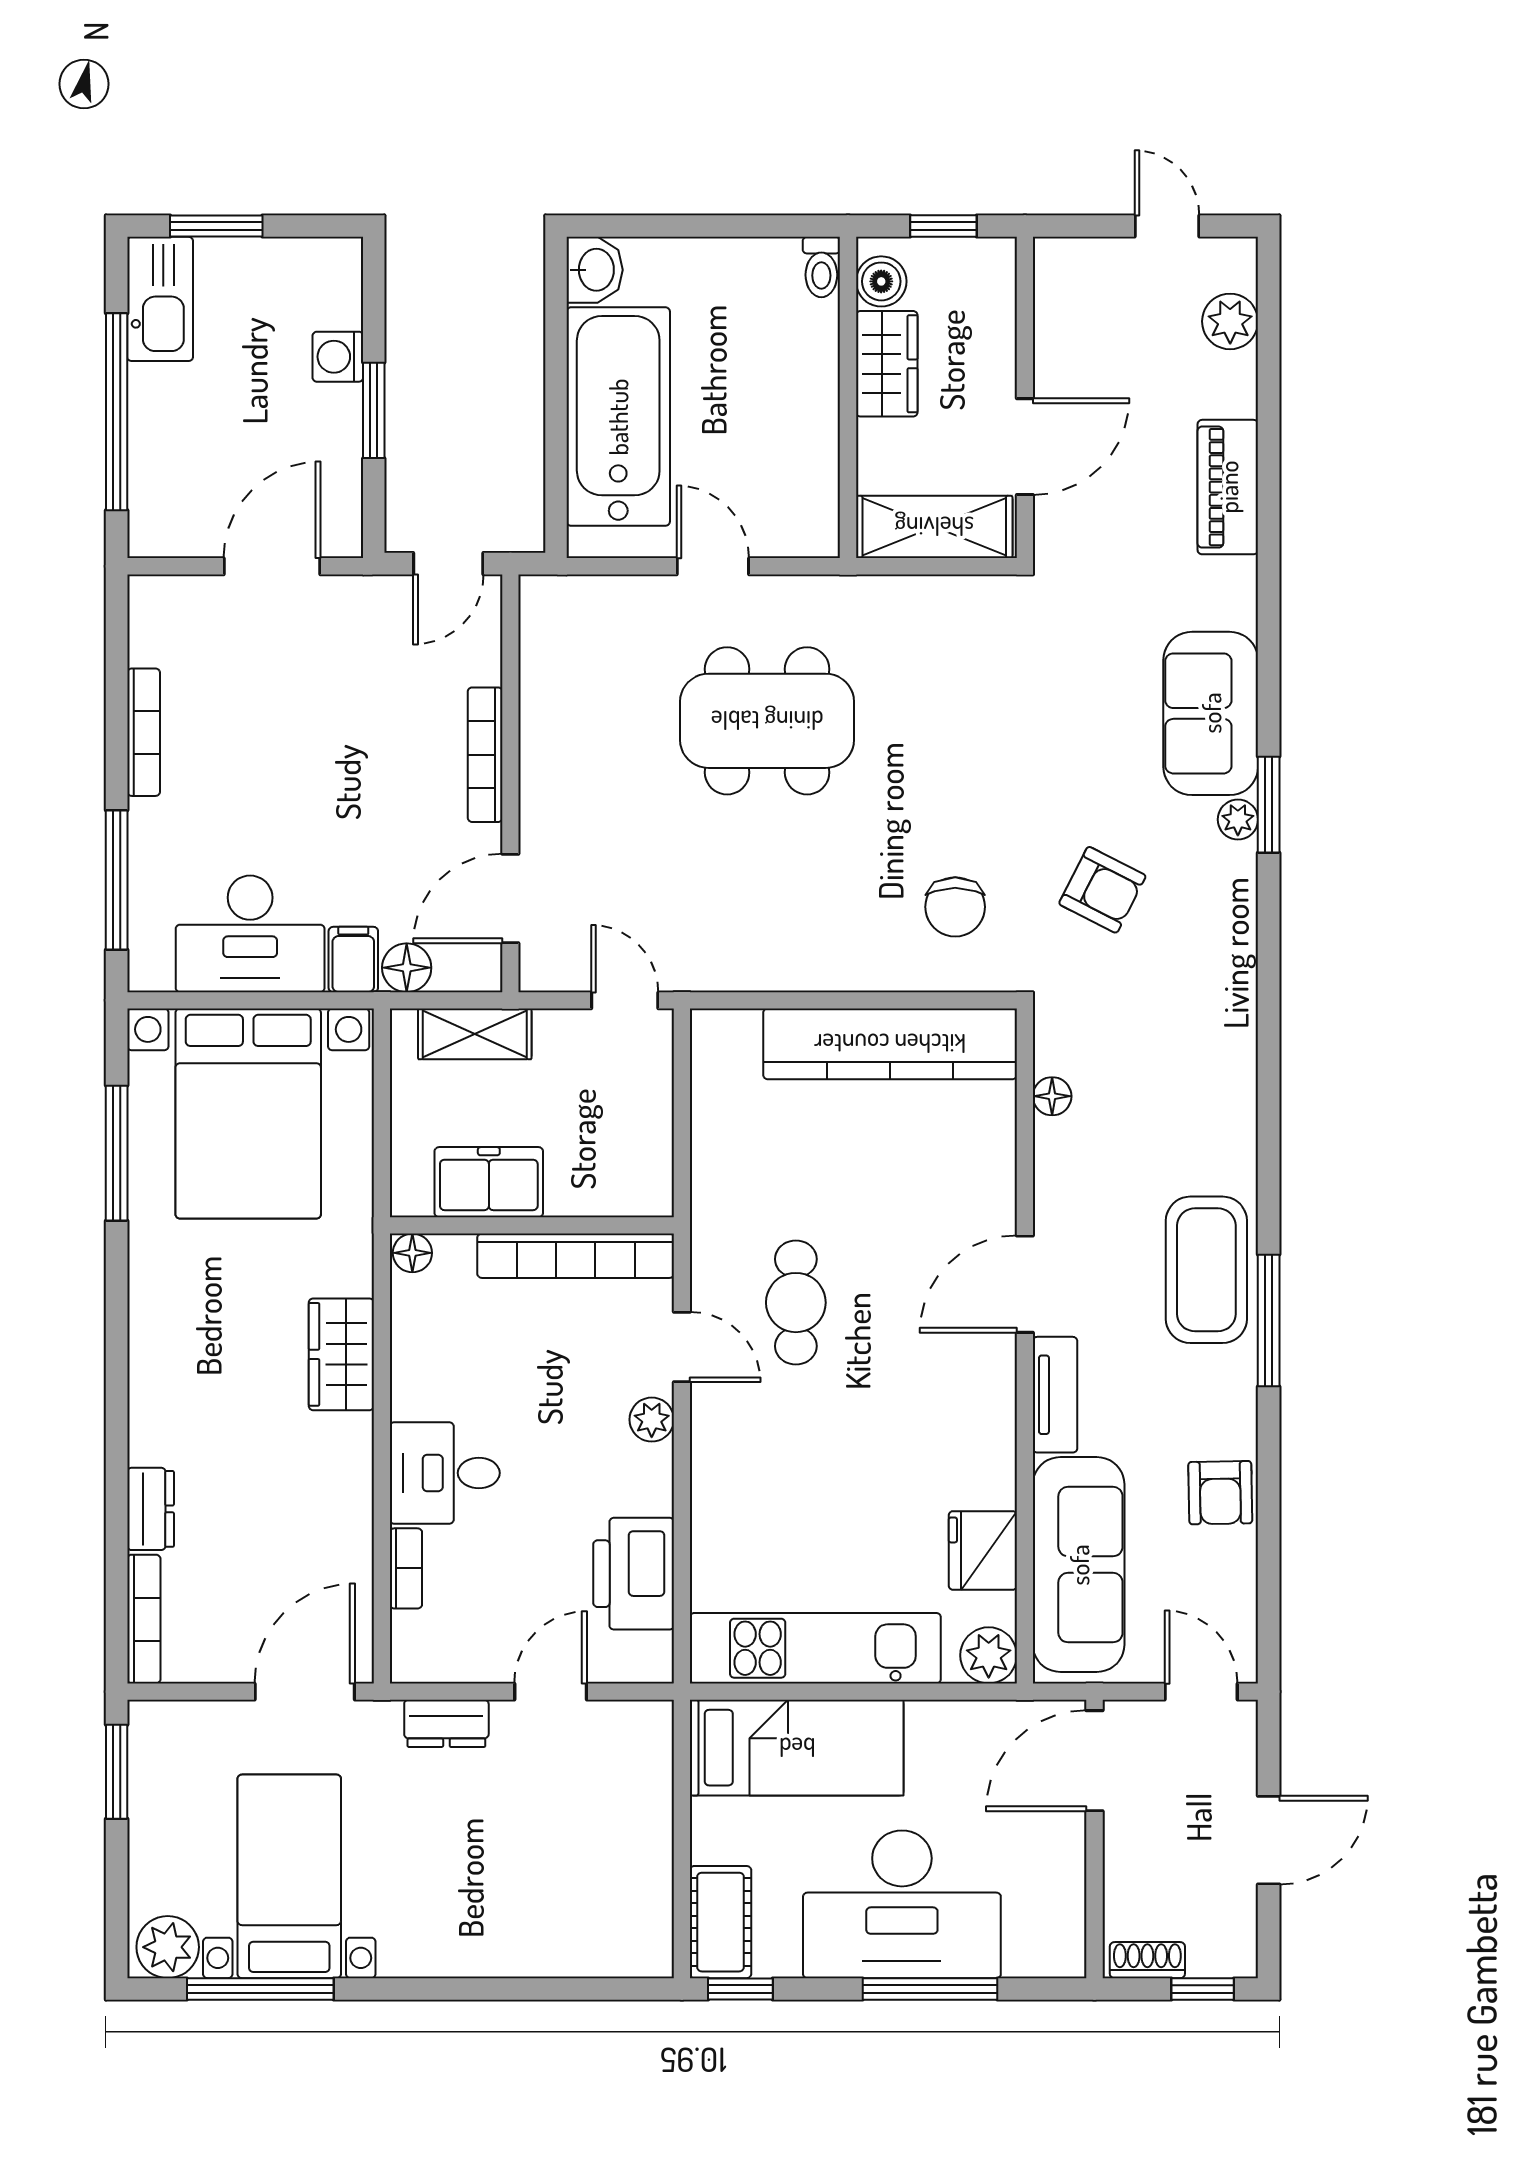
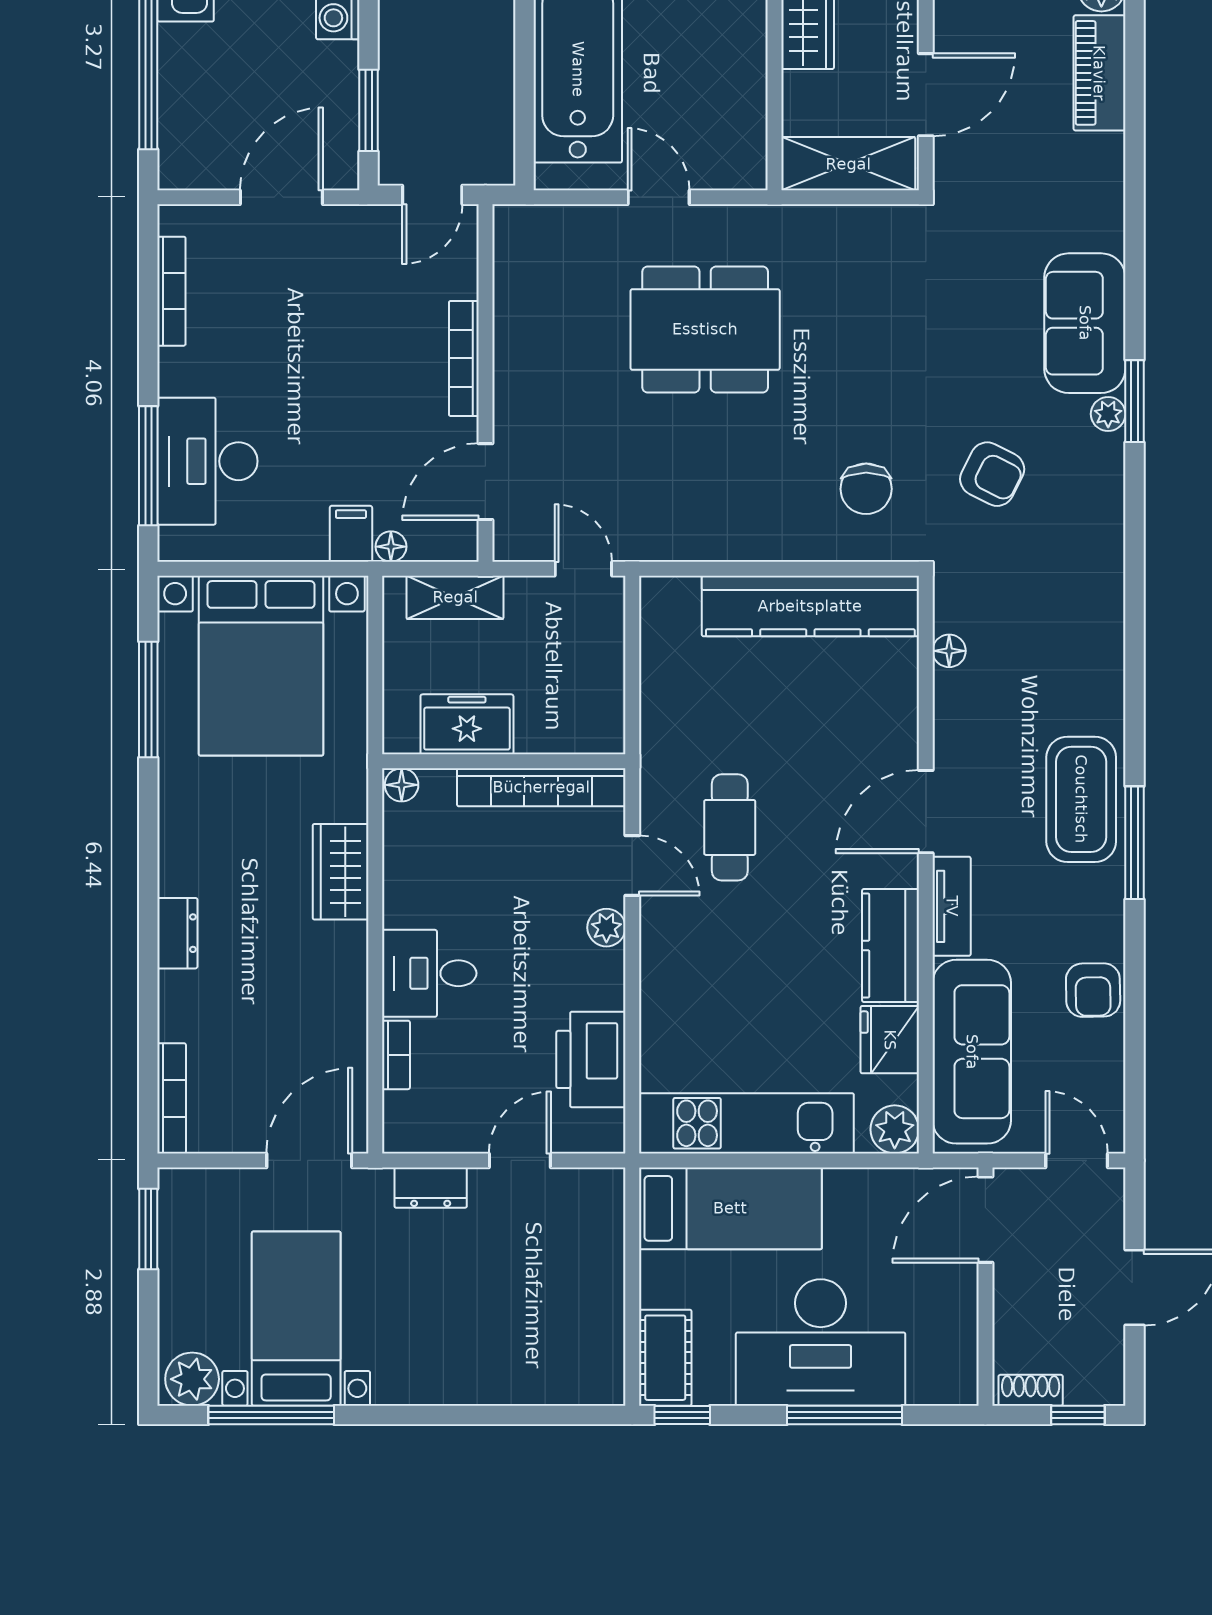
window: (374, 410) -> (368, 110), moved
piano: (1228, 487) -> (1099, 73), moved
bookcase: (144, 732) -> (171, 291), moved
desk: (250, 934) -> (207, 461), moved, turned 90
floor lamp: (407, 968) -> (391, 547), width x0.73, depth x0.73
kitchen counter: (984, 1441) -> (891, 946), added
dresser: (151, 1509) -> (177, 933), moved

